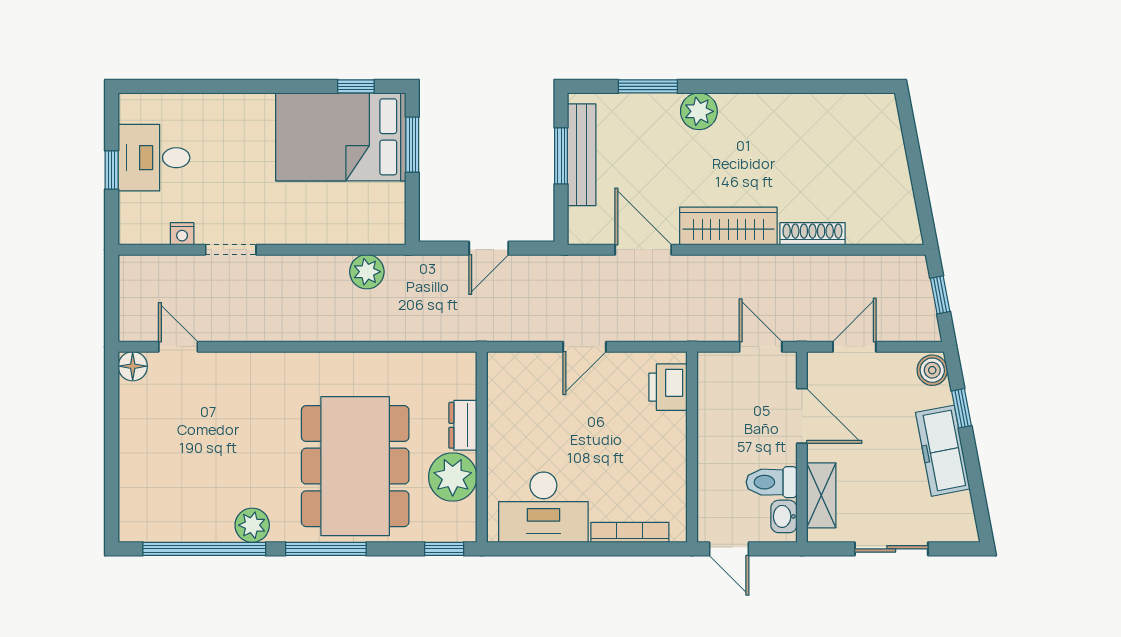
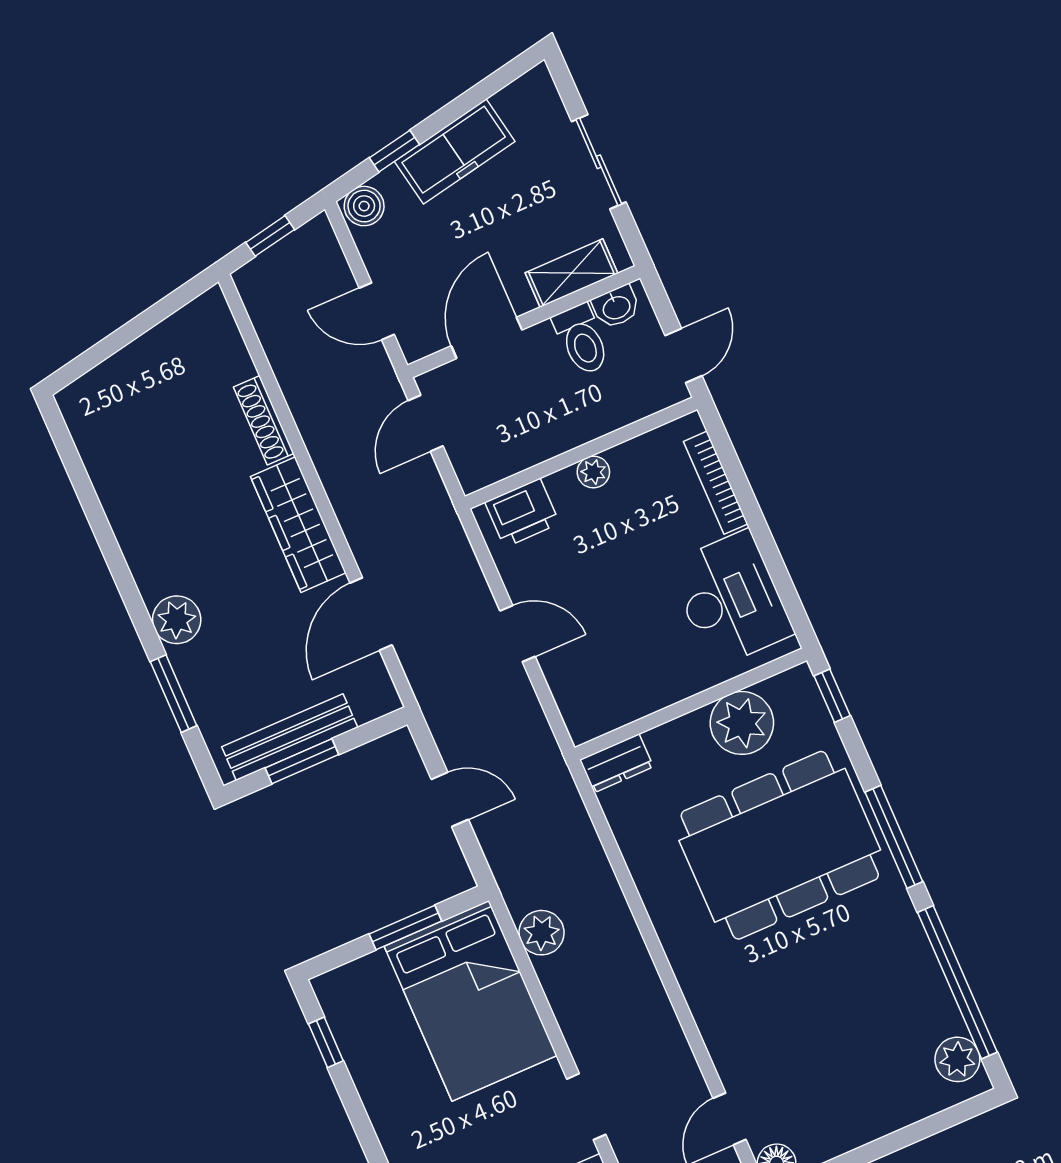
bed: (341, 137) -> (471, 1001), moved
window: (412, 145) -> (405, 928), moved
dresser: (463, 425) -> (616, 763), moved
plant: (675, 450) -> (593, 472), added
plant: (252, 525) -> (957, 1059), moved

